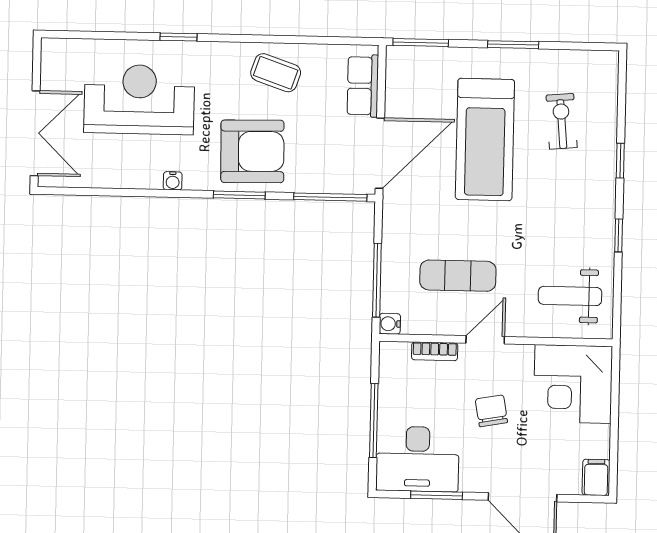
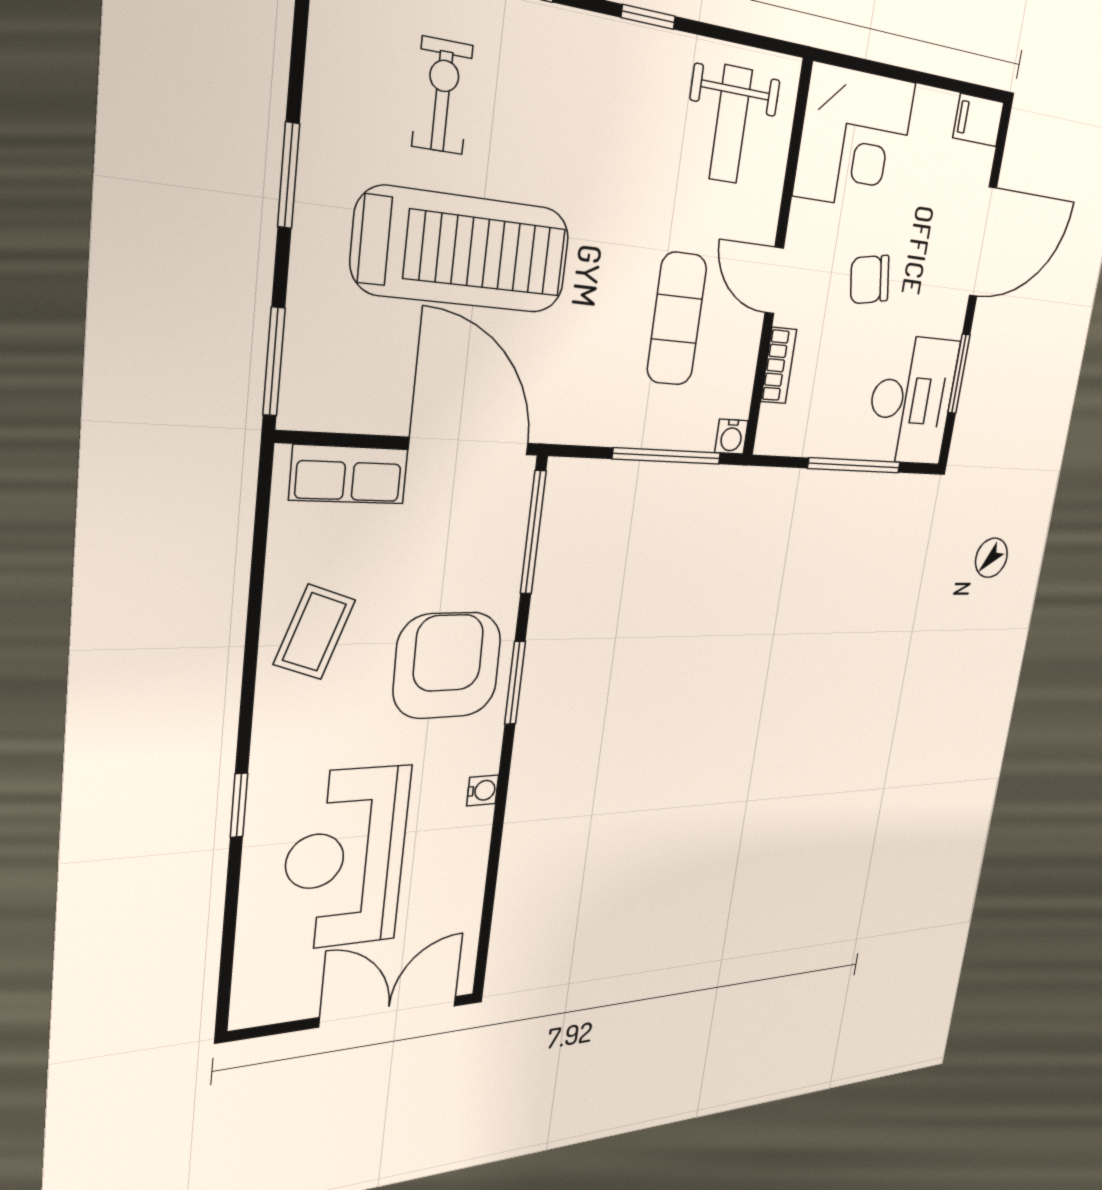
exercise bike: (562, 121) -> (442, 96), turned 95

